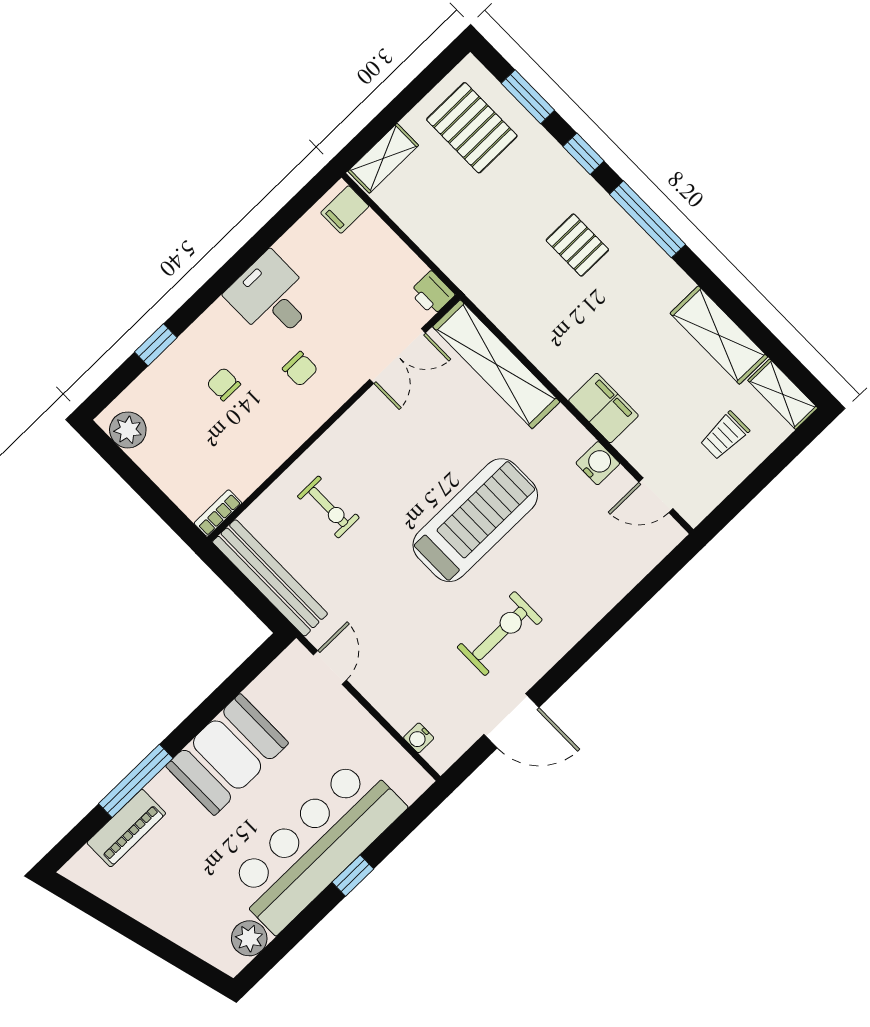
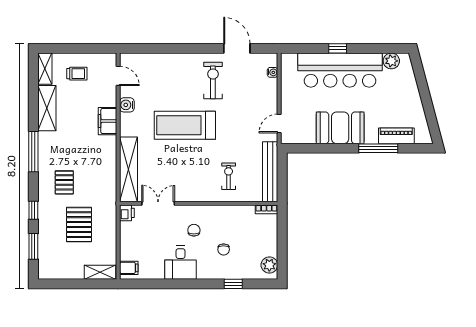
pallet: (472, 128) -> (79, 225), moved
window: (647, 219) -> (33, 152), moved
exercise bike: (500, 633) -> (213, 81), turned 90

